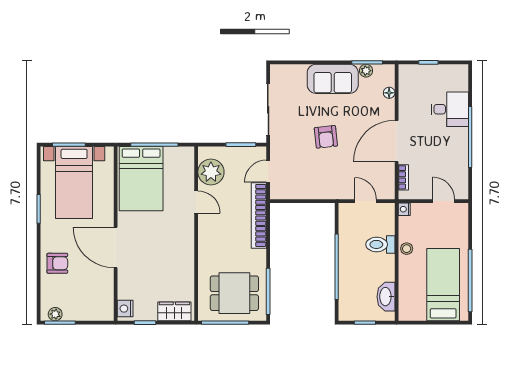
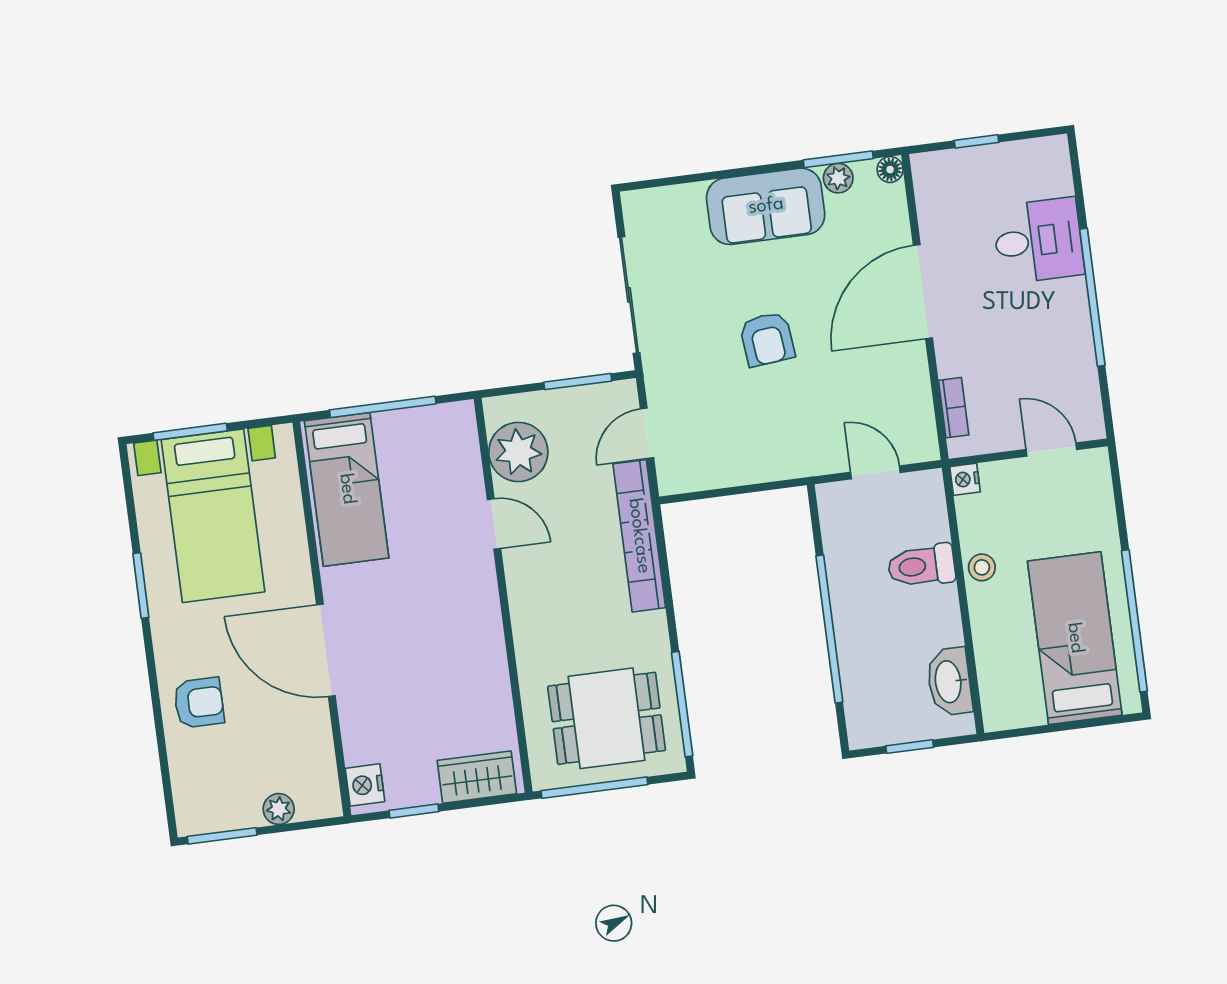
floor lamp: (389, 93) -> (890, 170), moved
door: (397, 141) -> (923, 292), moved
bed: (141, 179) -> (347, 489), width x0.67
plant: (55, 314) -> (279, 809), moved

